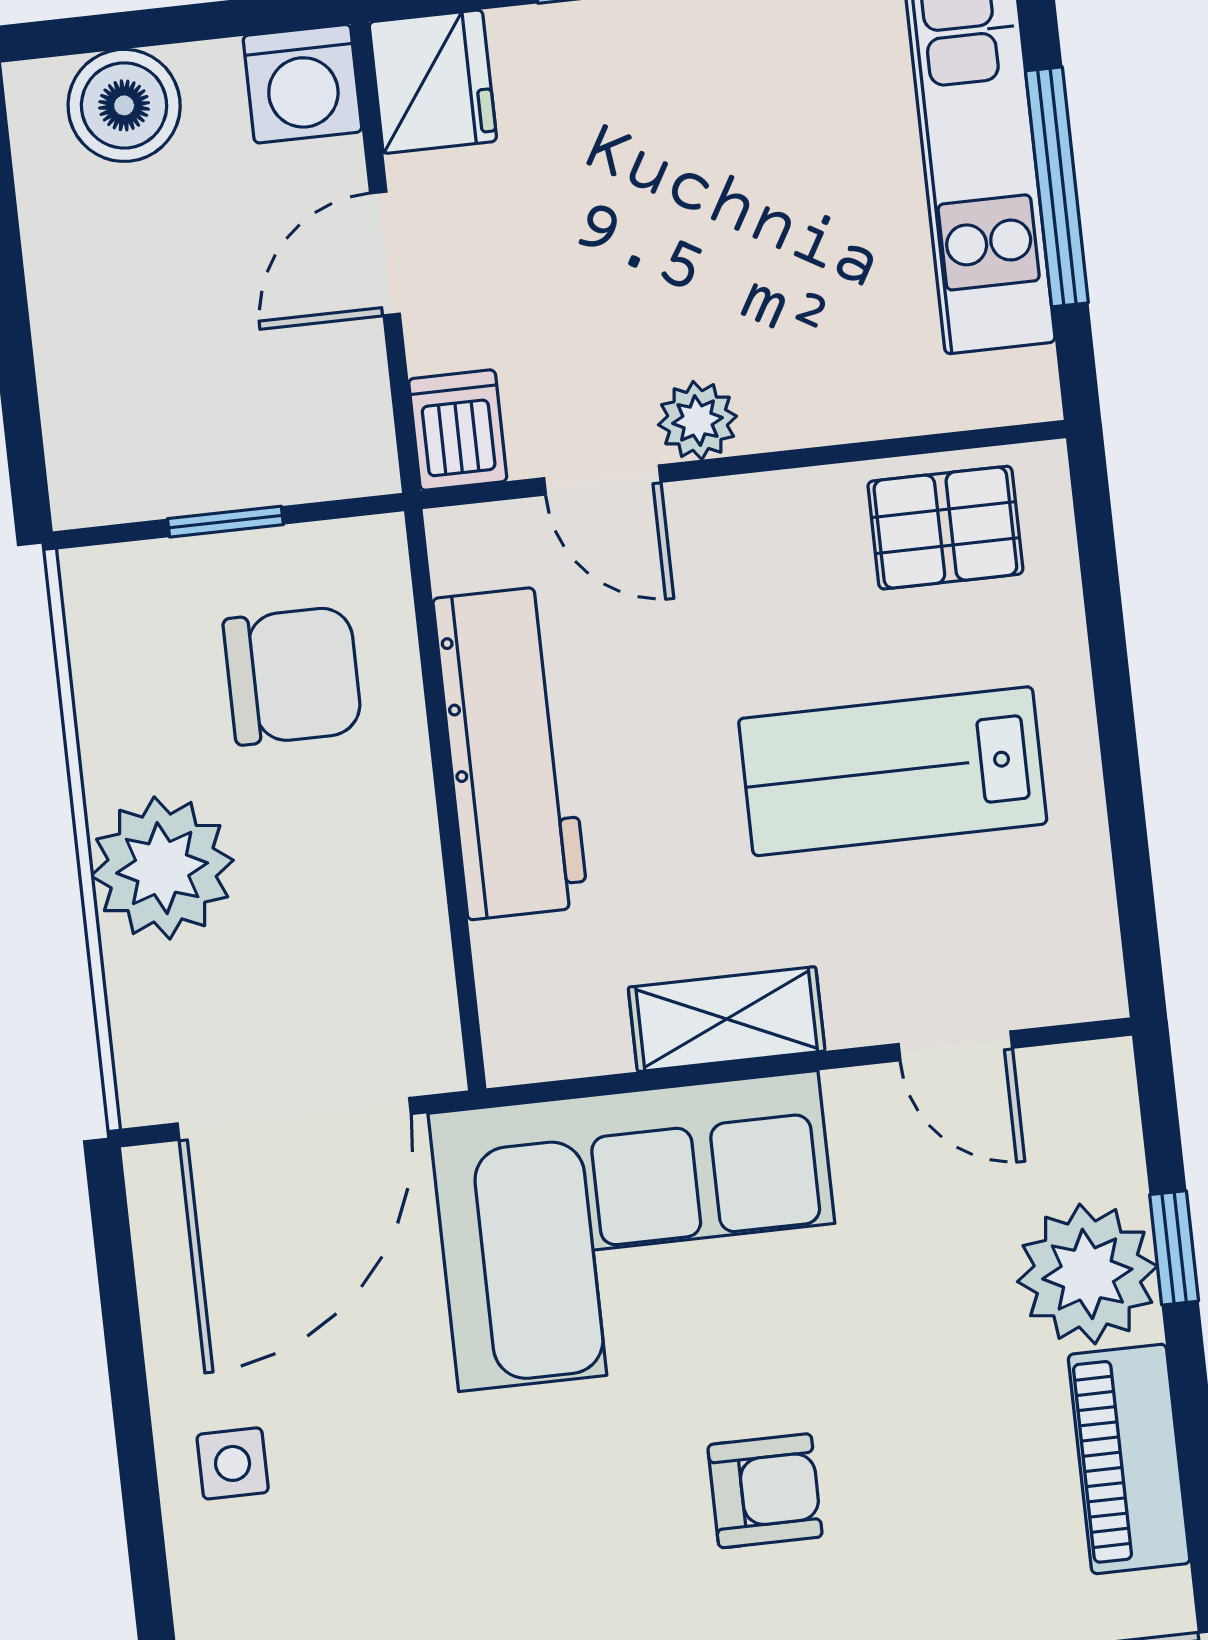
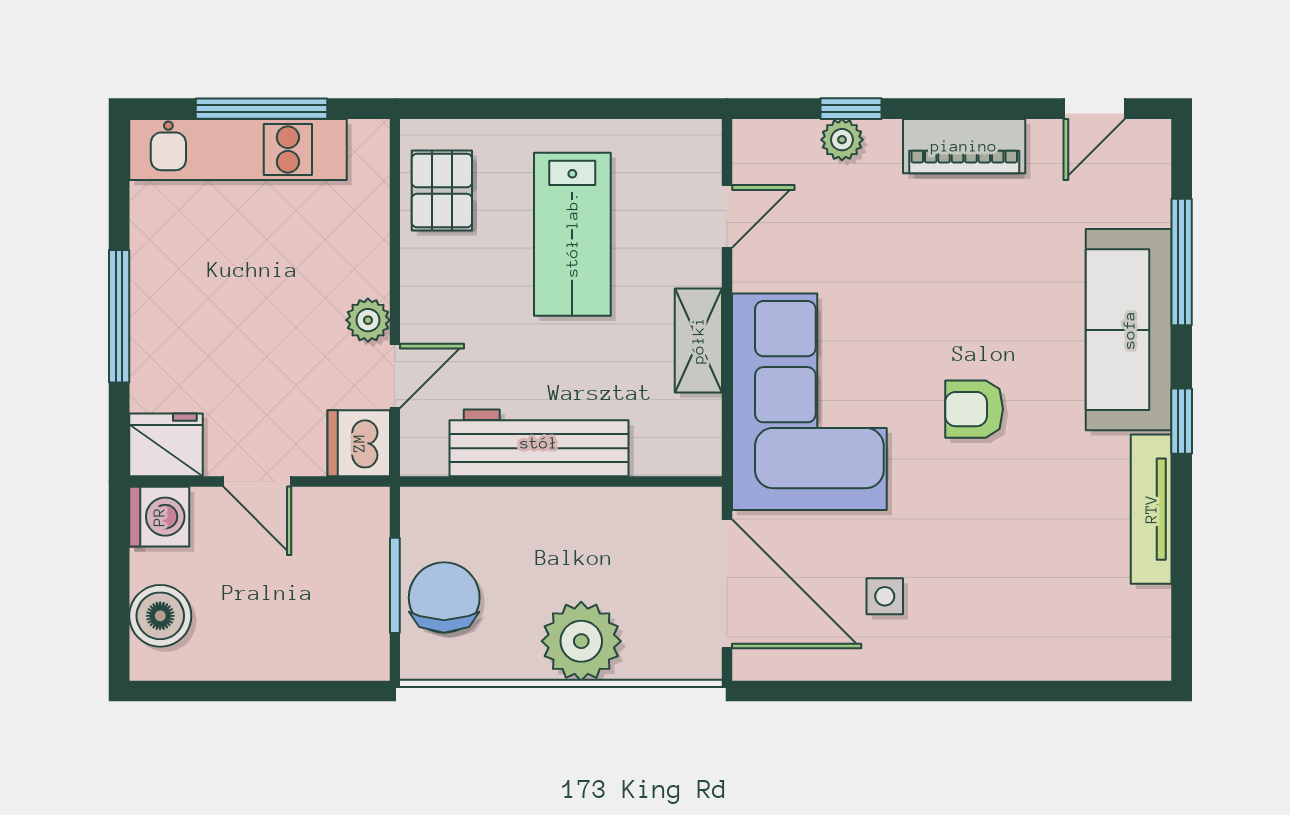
dishwasher: (458, 430) -> (359, 443), width x1.38
window: (225, 522) -> (395, 585), width x1.50
chair: (293, 676) -> (444, 598), moved
plant: (1087, 1274) -> (842, 140), width x0.53, depth x0.53
side table: (233, 1463) -> (885, 596), moved
armchair: (765, 1491) -> (974, 409), moved, turned -90

